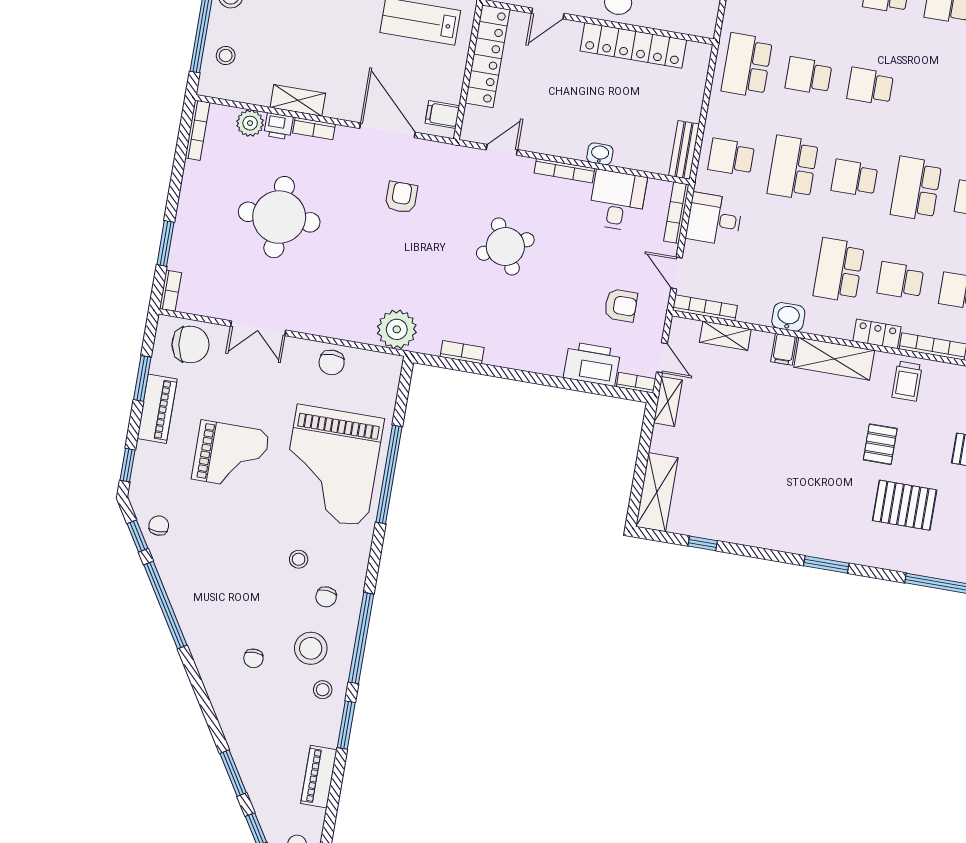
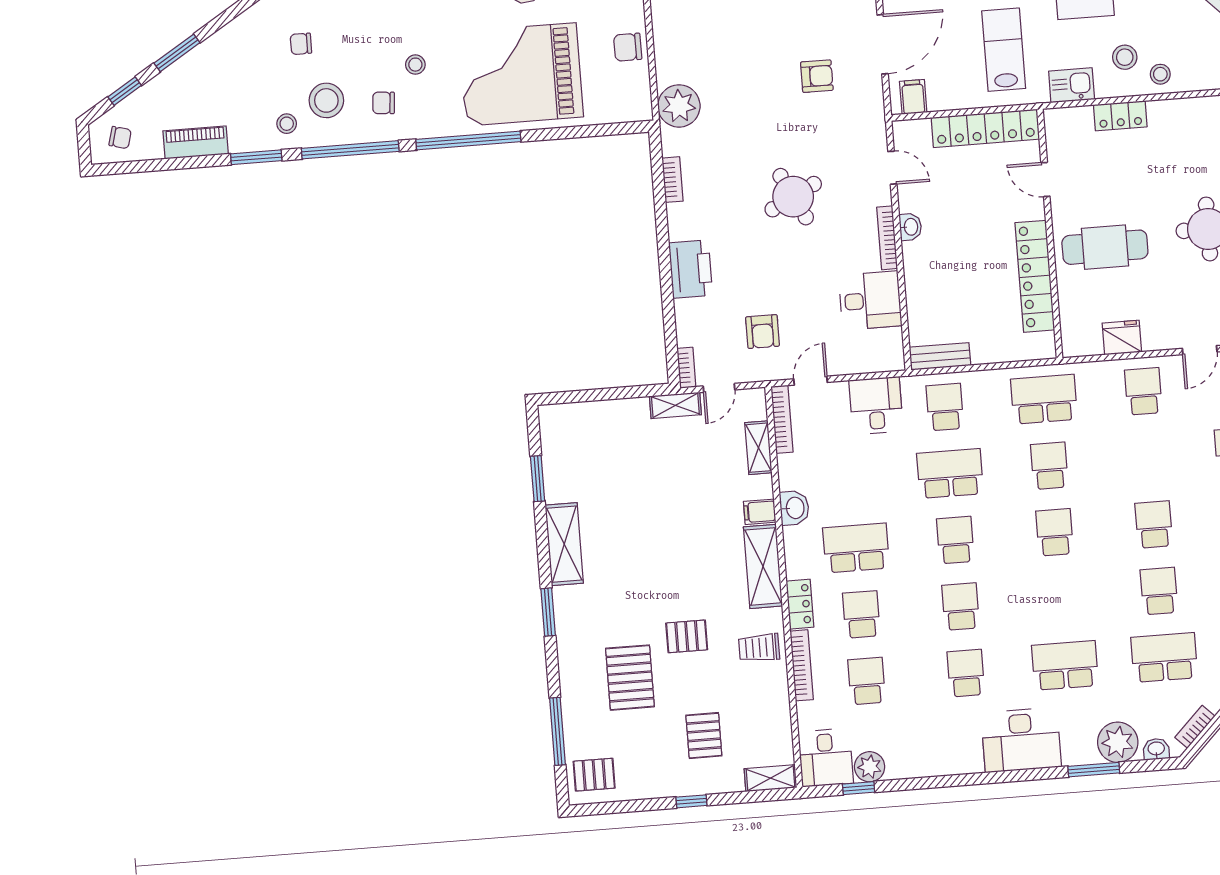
washbasin: (600, 154) -> (910, 227), moved
school desk: (916, 189) -> (961, 607), width x0.54
bookcase: (676, 213) -> (873, 365), removed
printer: (592, 364) -> (691, 269), moved
window: (389, 474) -> (468, 141), moved
shelving: (657, 492) -> (564, 544), moved, turned 90
window: (703, 543) -> (538, 479), width x1.50

